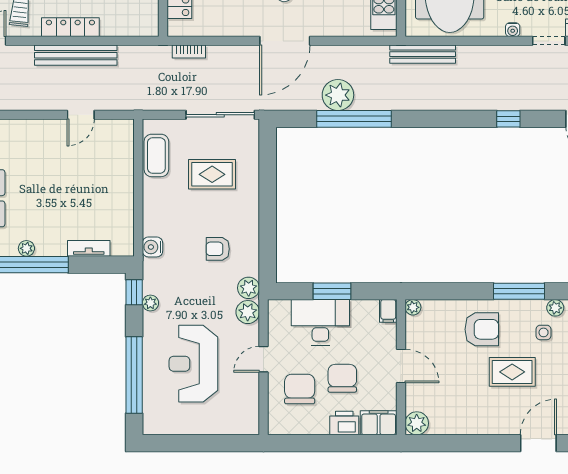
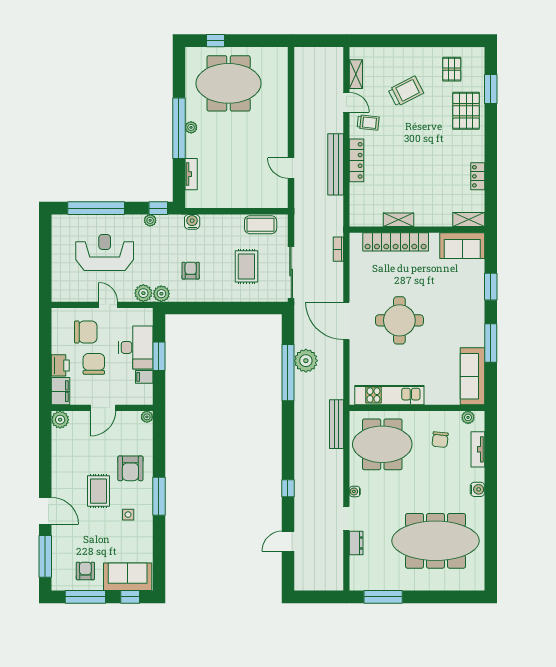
plant: (555, 308) -> (147, 523), removed
filing cabinet: (388, 311) -> (144, 377), moved
chair: (342, 378) -> (94, 364), turned -90

